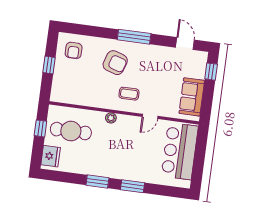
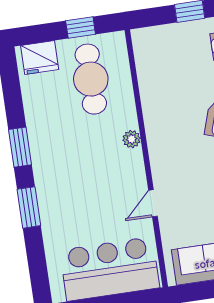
coffee table: (129, 94) -> (180, 157), removed
door: (150, 116) -> (153, 203), hinge flipped

